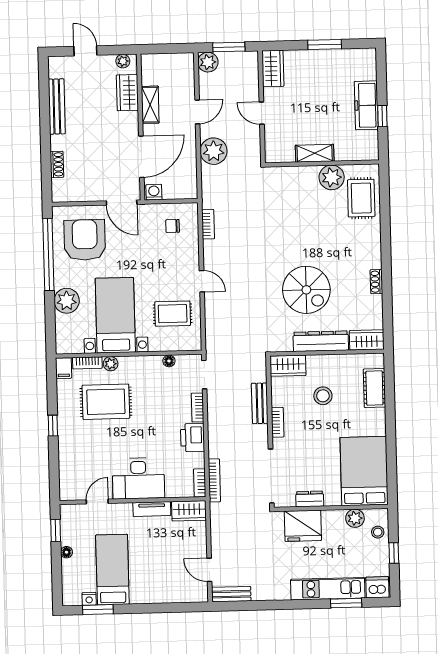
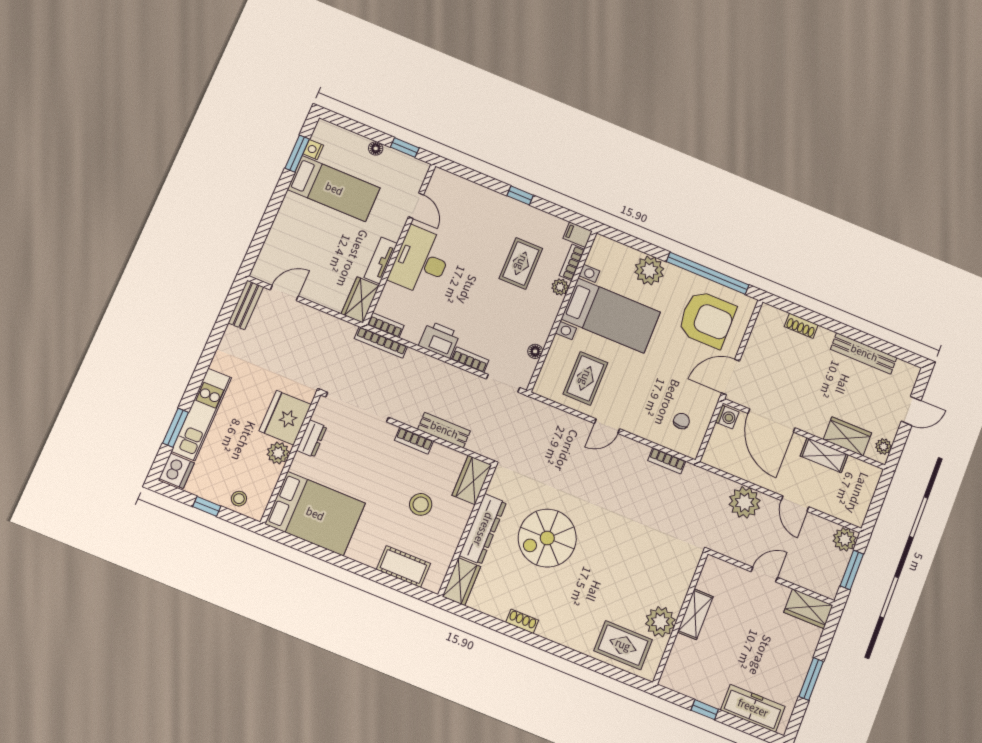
freezer: (366, 105) -> (753, 708), moved
rug: (106, 402) -> (521, 263), width x0.73, depth x0.70
plant: (355, 518) -> (278, 453), moved

